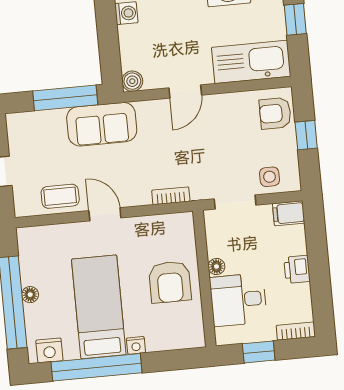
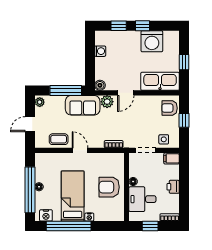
plant: (150, 112) -> (107, 102), added
plant: (15, 126) -> (40, 102), added
armchair: (170, 282) -> (109, 187), turned 90

